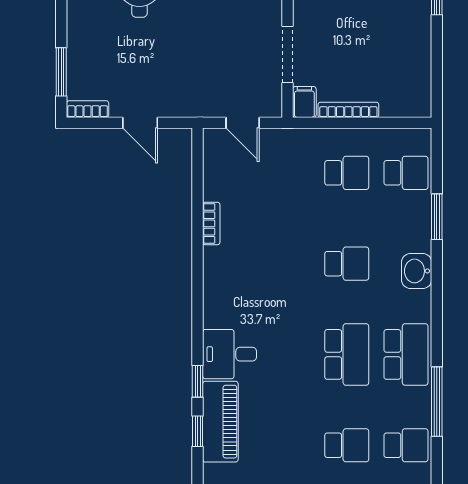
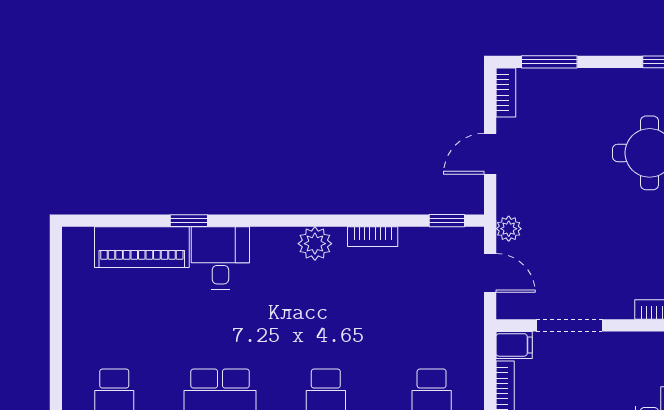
plant: (205, 107) -> (509, 229), added
door: (243, 123) -> (490, 273), swing flipped
plant: (217, 273) -> (315, 244), added
window: (198, 431) -> (447, 221), moved

